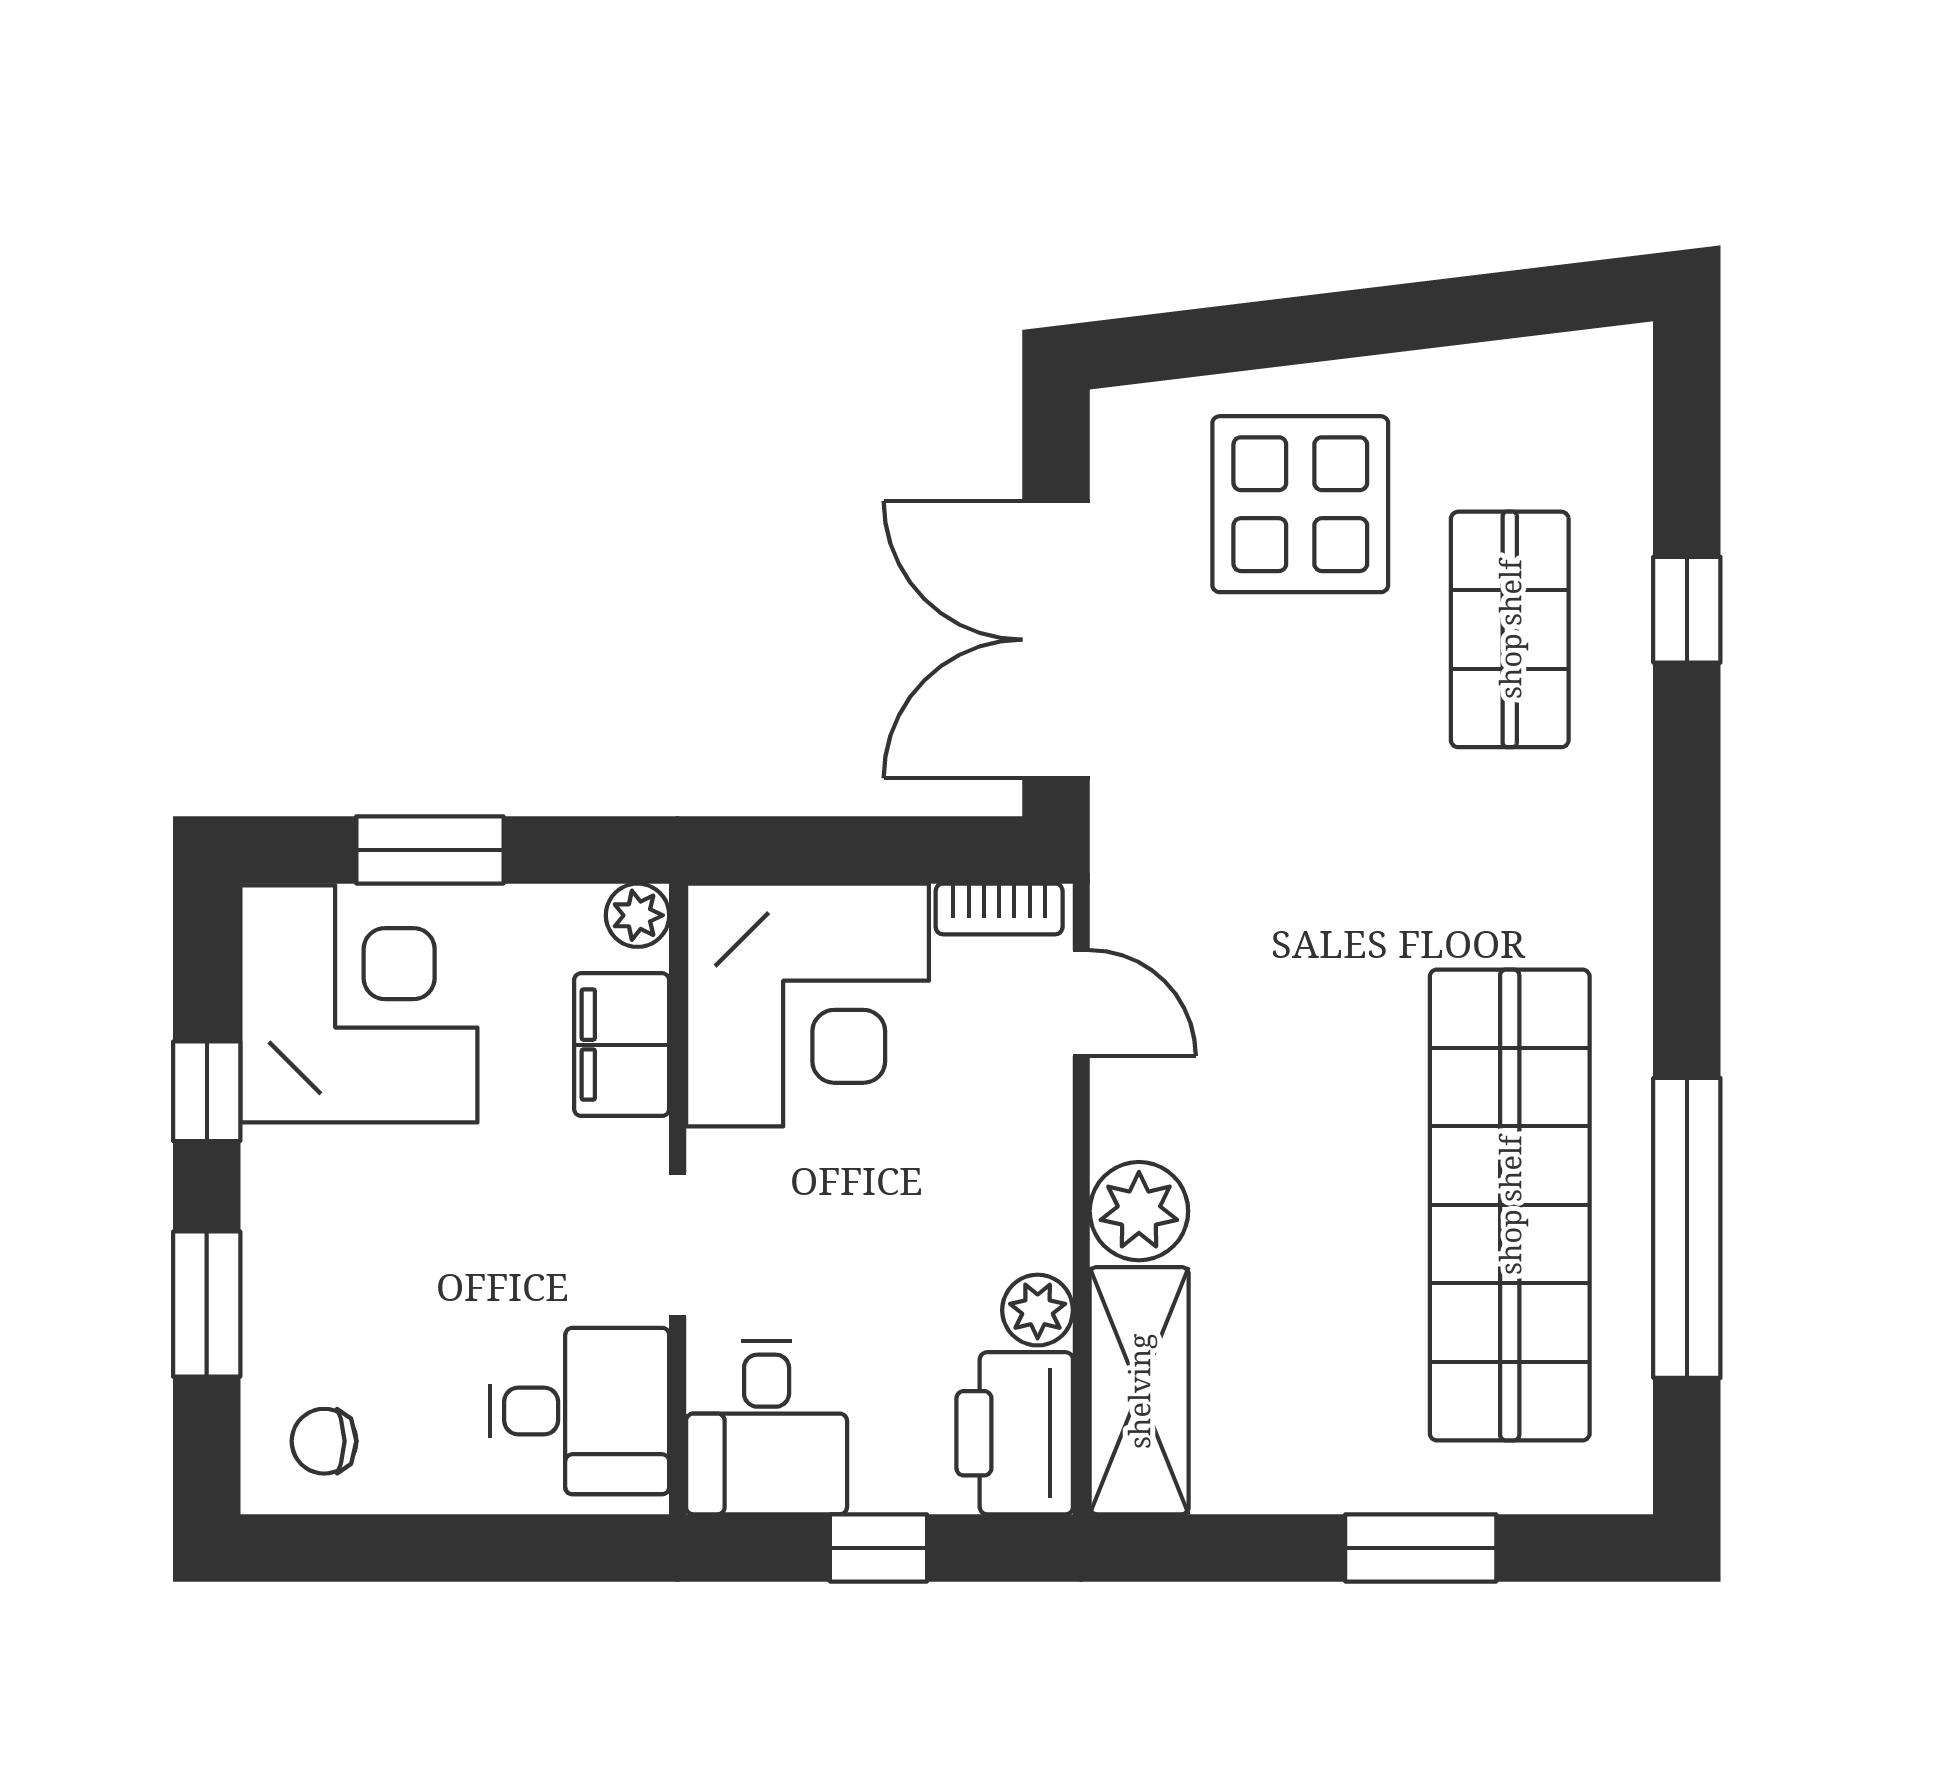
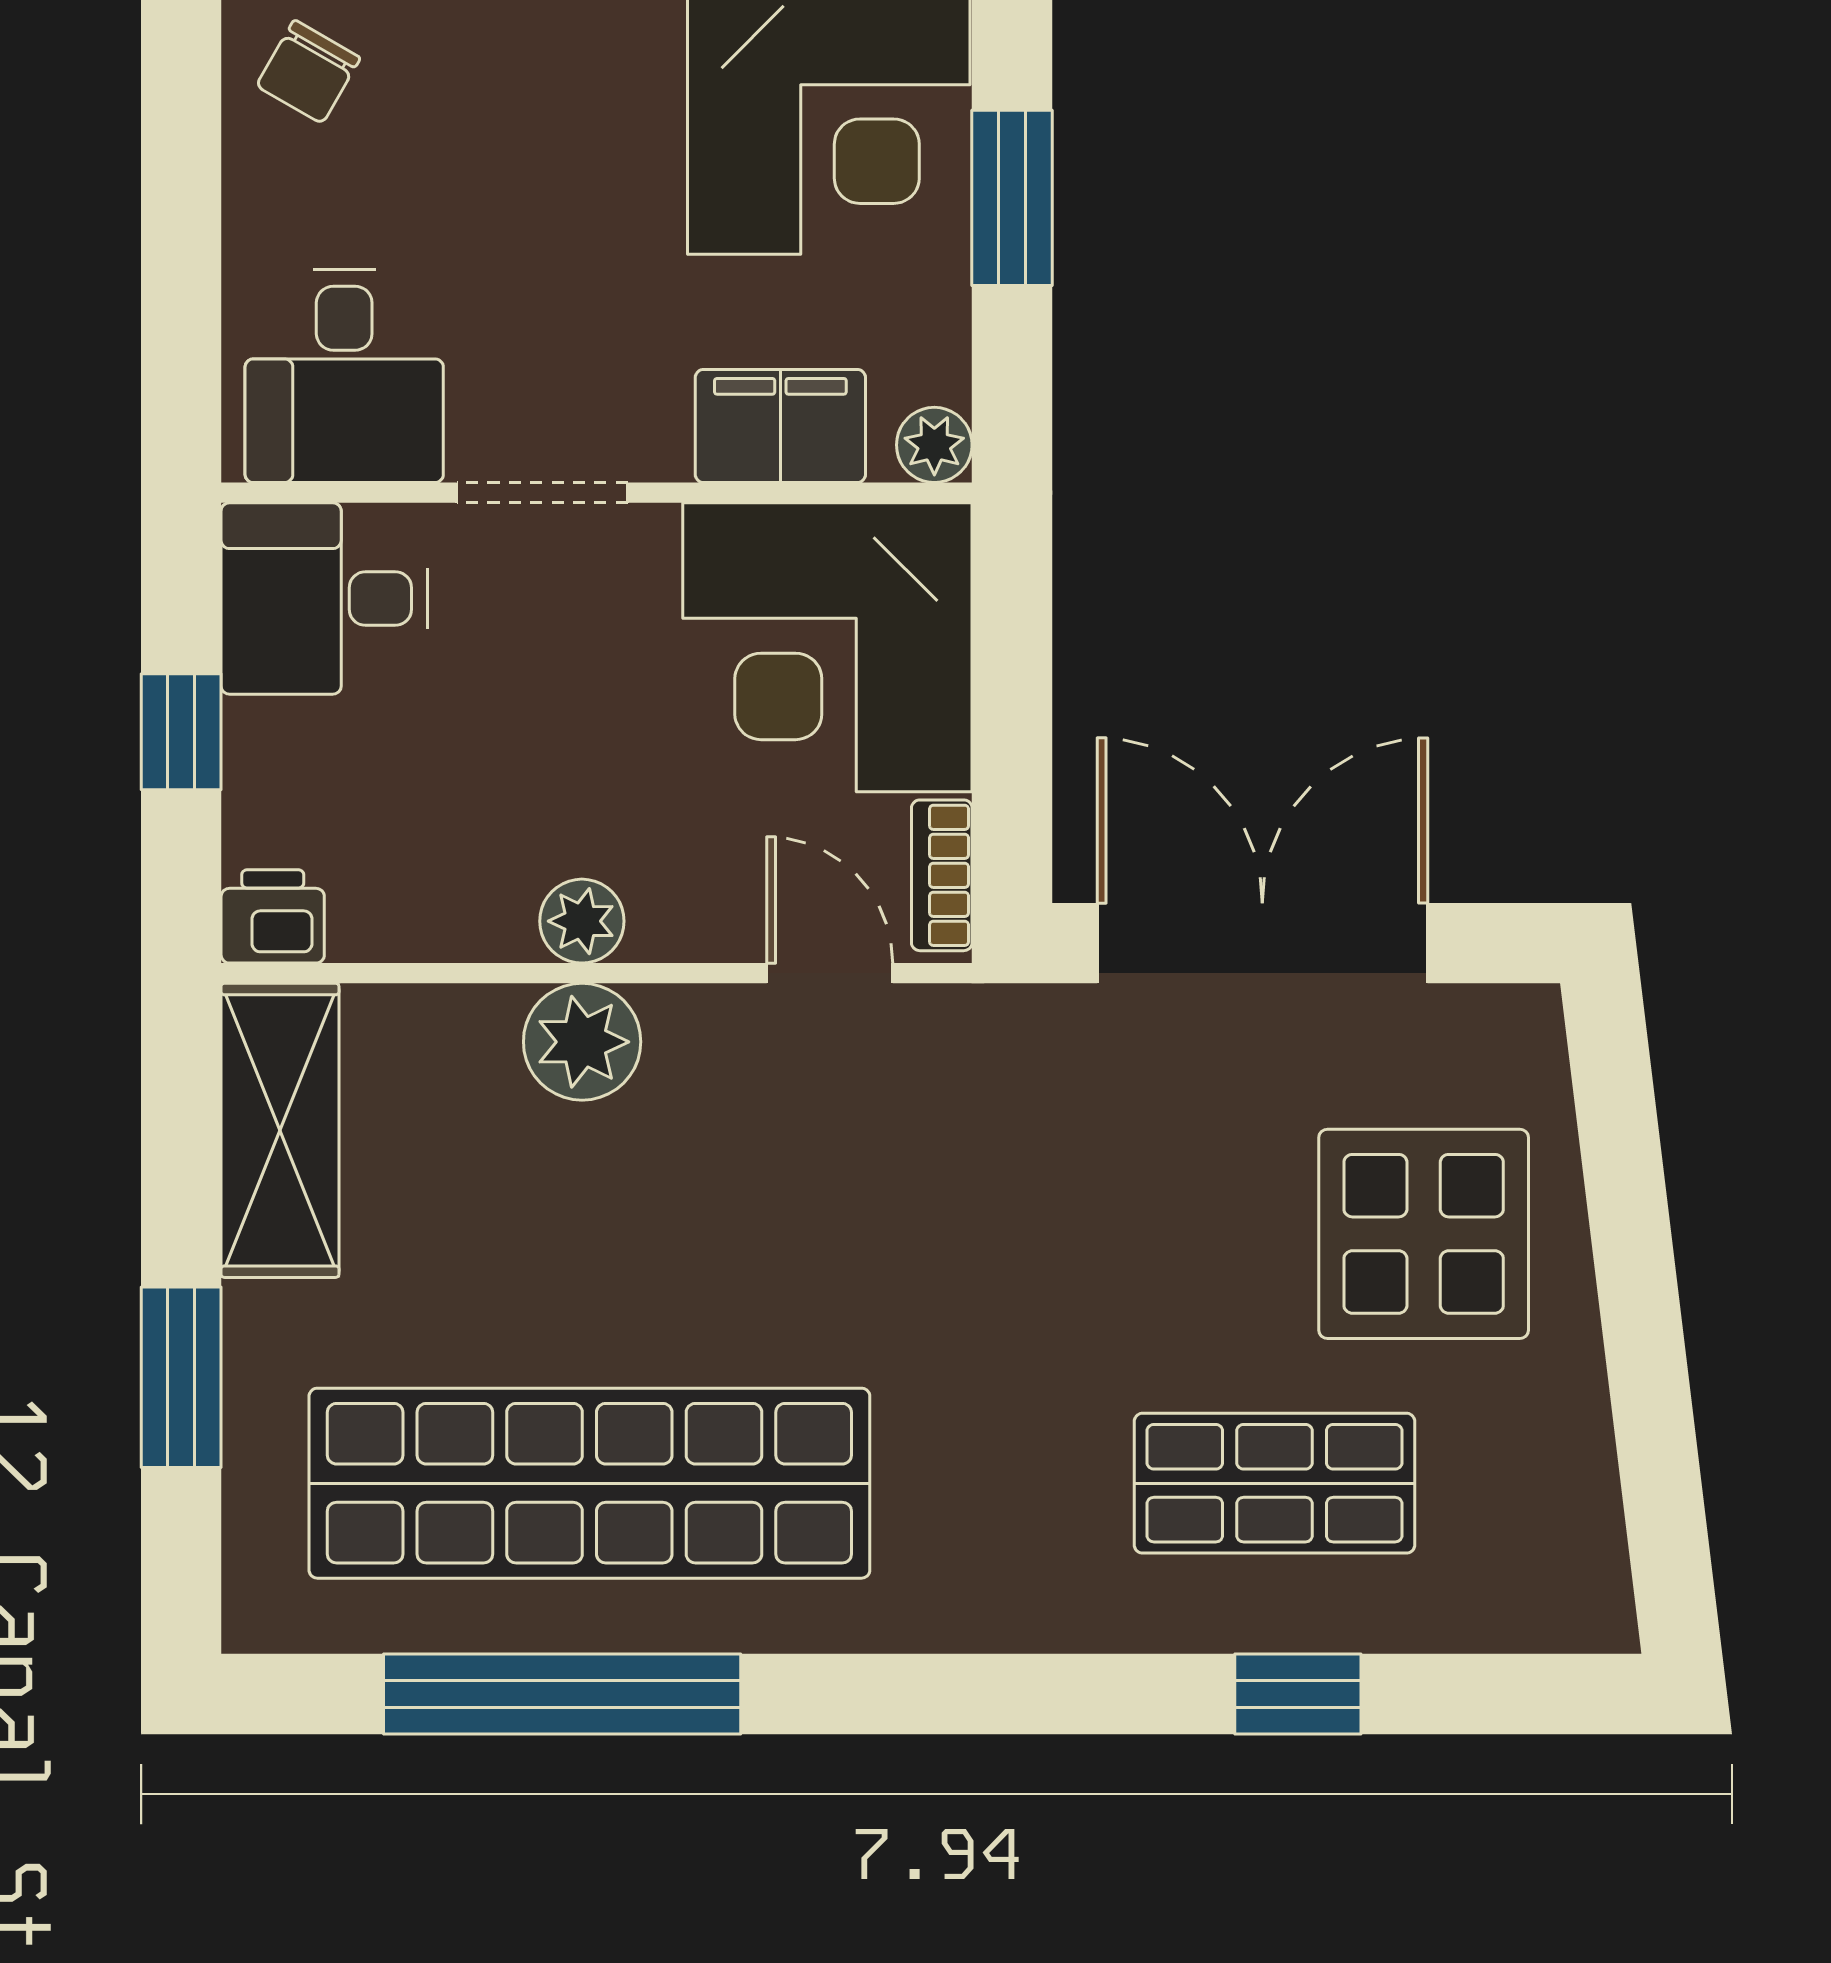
door: (1081, 1003) -> (830, 973), swing flipped
plant: (1038, 1310) -> (582, 921), moved
shelving: (1139, 1391) -> (280, 1130), moved, turned 90
printer: (1015, 1433) -> (273, 916), width x0.53, depth x0.68
chair: (324, 1441) -> (308, 72), turned -150

